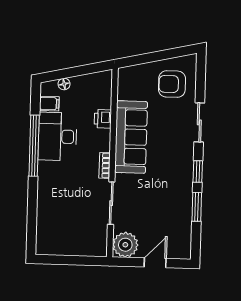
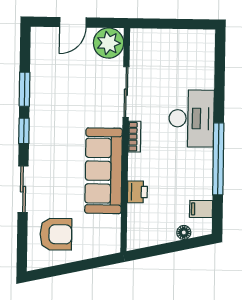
desk: (58, 136) -> (191, 118), moved

